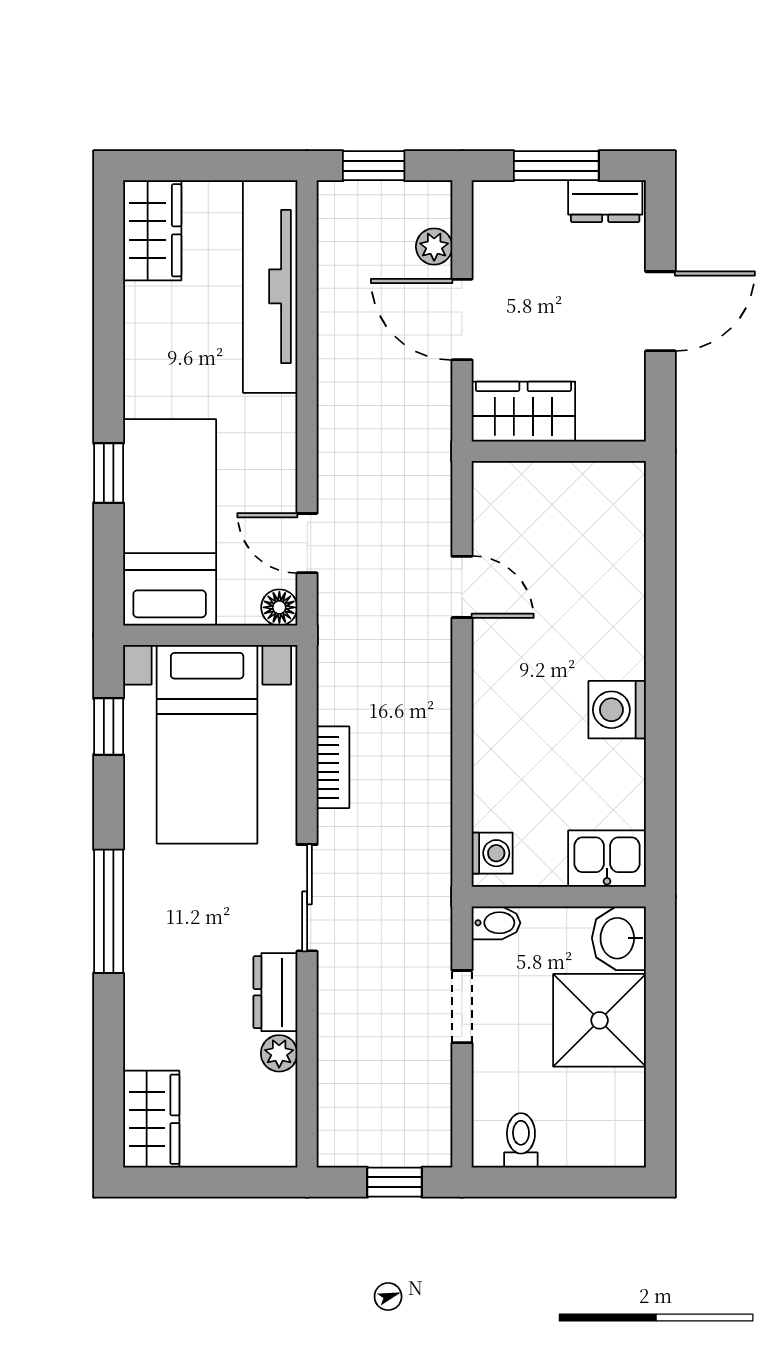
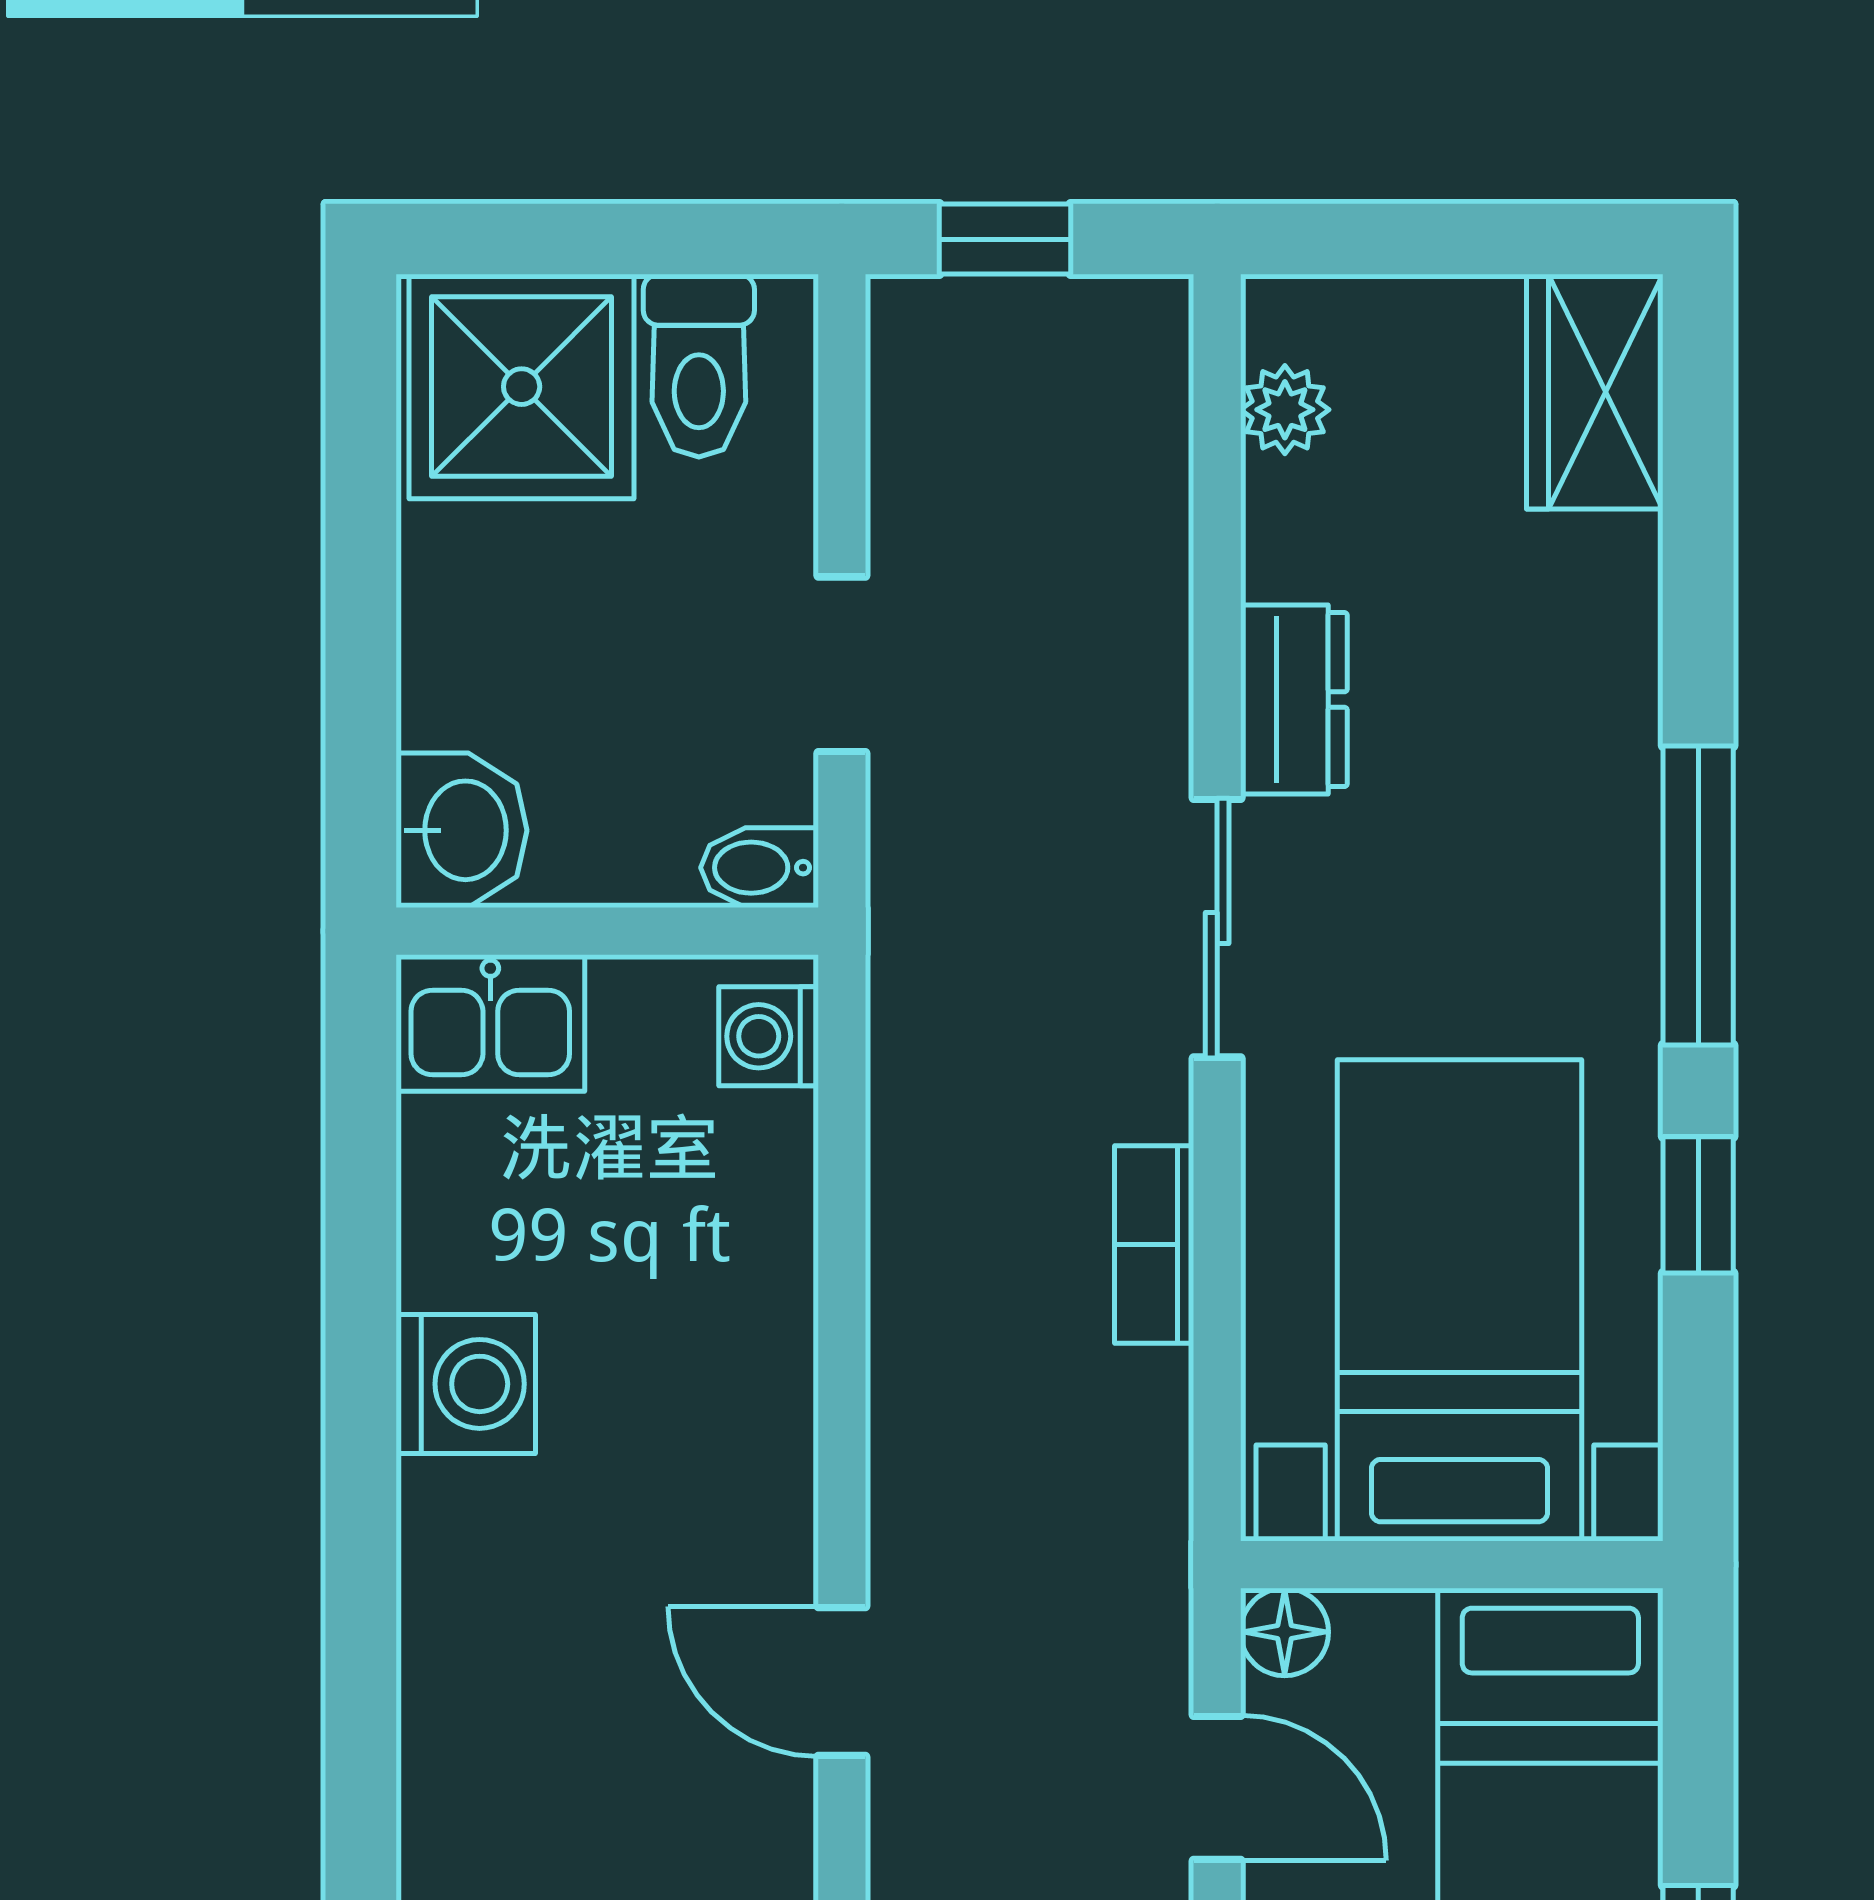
window: (109, 726) -> (1698, 1205), moved
shower: (600, 1020) -> (522, 387), moved
plant: (279, 1053) -> (1285, 410), moved
toilet: (521, 1140) -> (699, 366), width x1.37, depth x1.39

